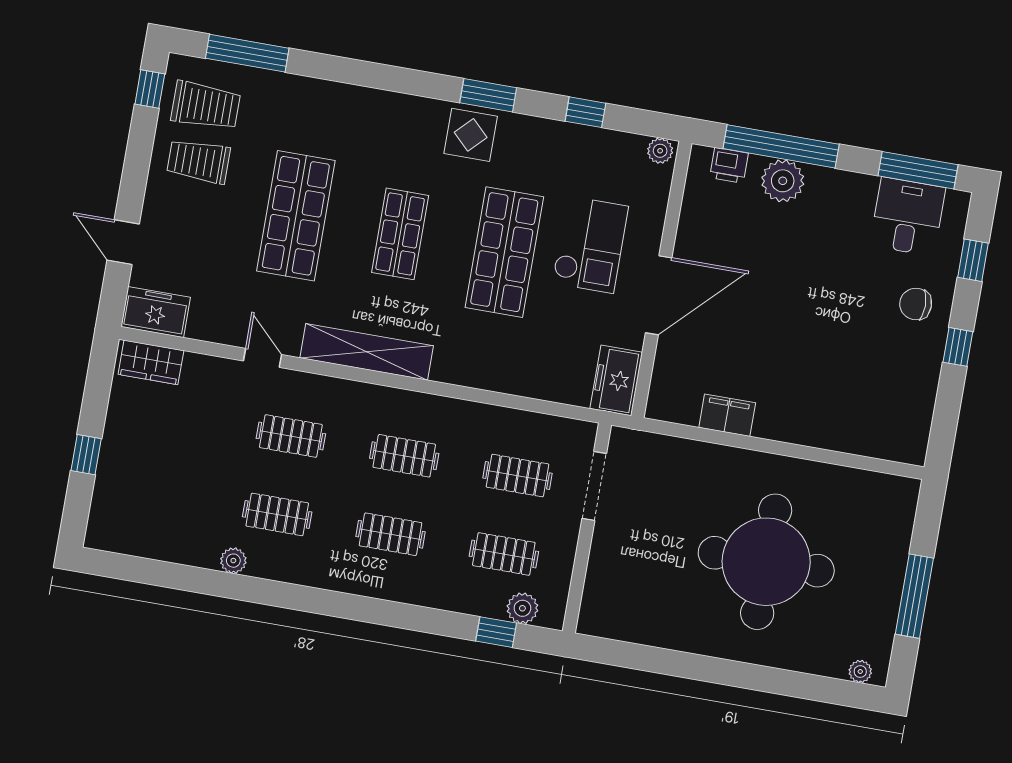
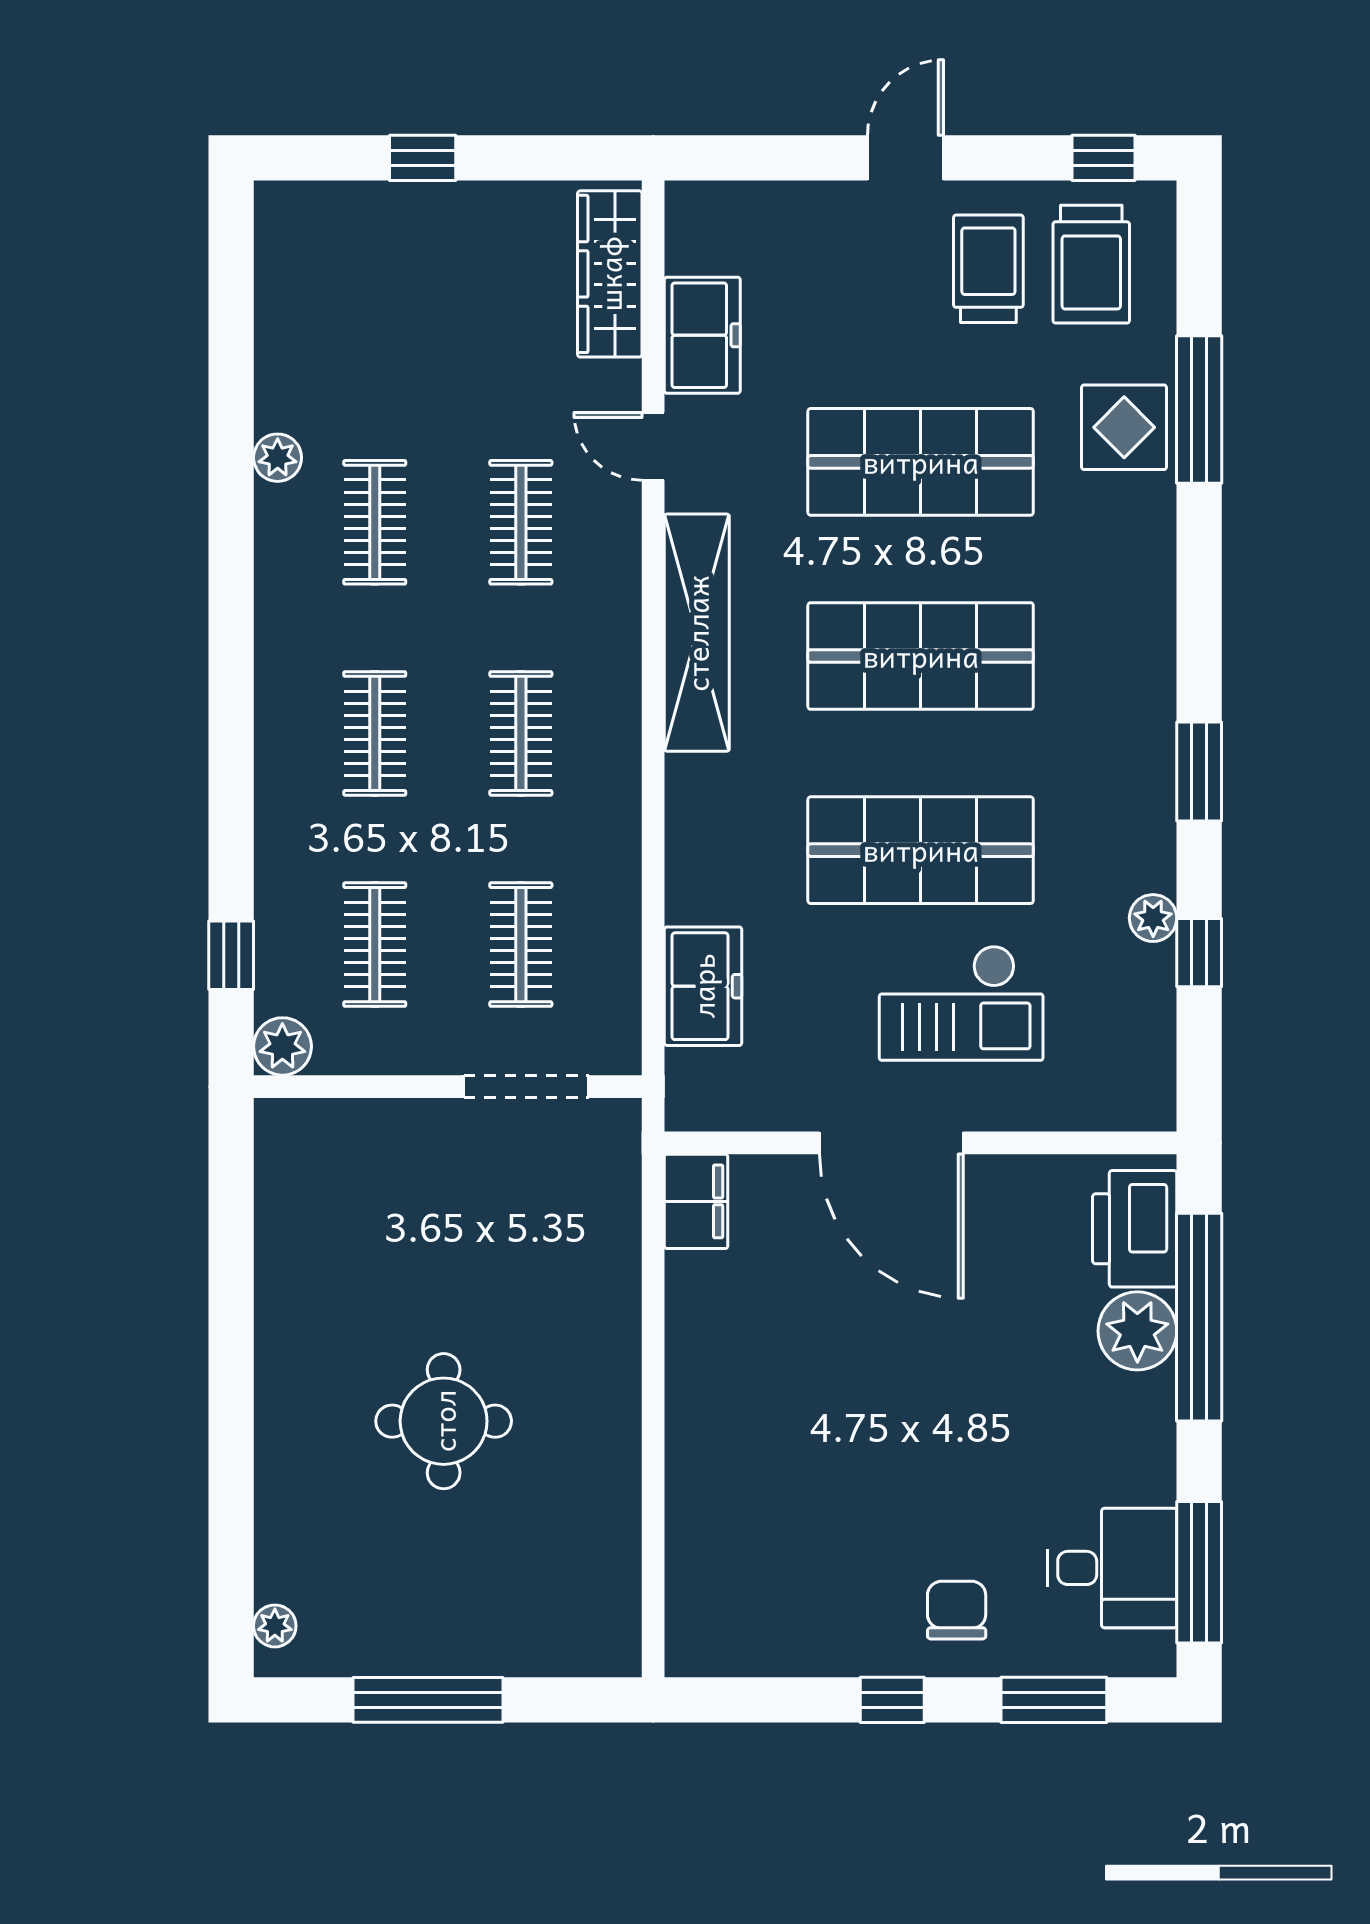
window: (247, 53) -> (1199, 409), moved
display table: (471, 135) -> (1124, 427), moved
plant: (660, 151) -> (1153, 918), moved
printer: (729, 165) -> (1135, 1229), width x1.87, depth x1.48
shop shelf: (400, 234) -> (921, 656), width x1.43, depth x1.36
door: (123, 242) -> (905, 158), moved
window: (973, 260) -> (1054, 1700), width x1.50
freezer: (156, 312) -> (702, 335), moved
door: (263, 358) -> (653, 446), swing flipped
wardrobe: (151, 362) -> (610, 274), width x1.50
freezer: (616, 380) -> (703, 986), moved, turned 90
filing cabinet: (727, 415) -> (696, 1201), moved
round table: (766, 562) -> (444, 1421), width x0.54, depth x0.54
plant: (522, 608) -> (282, 1046), moved

